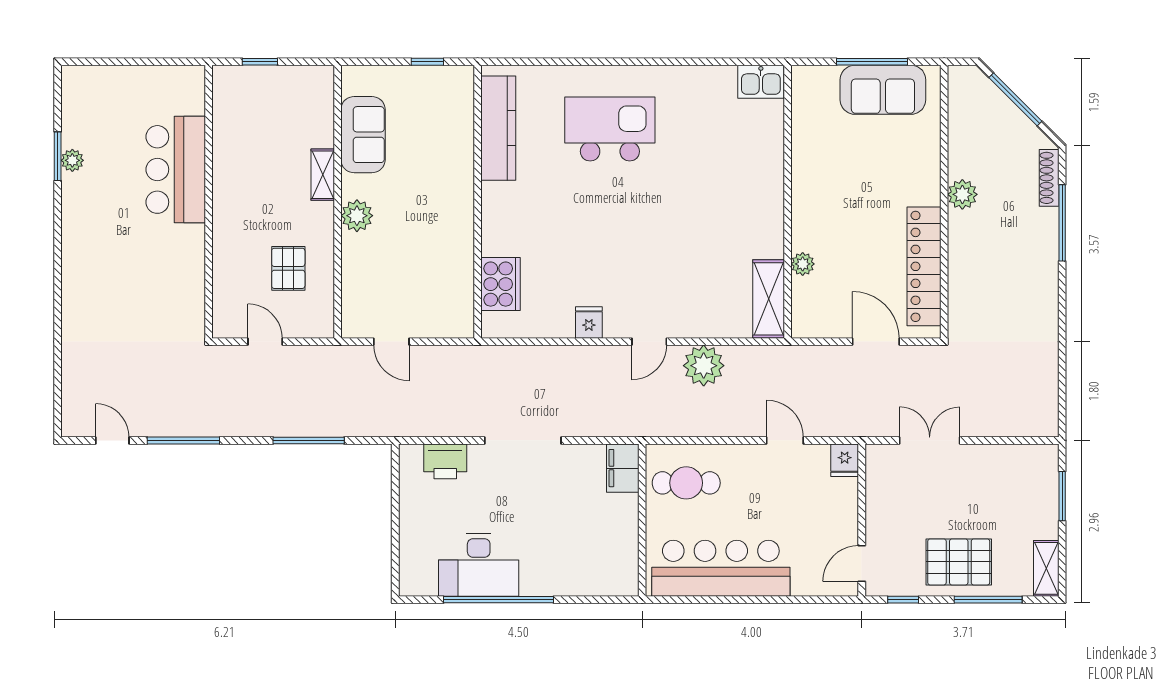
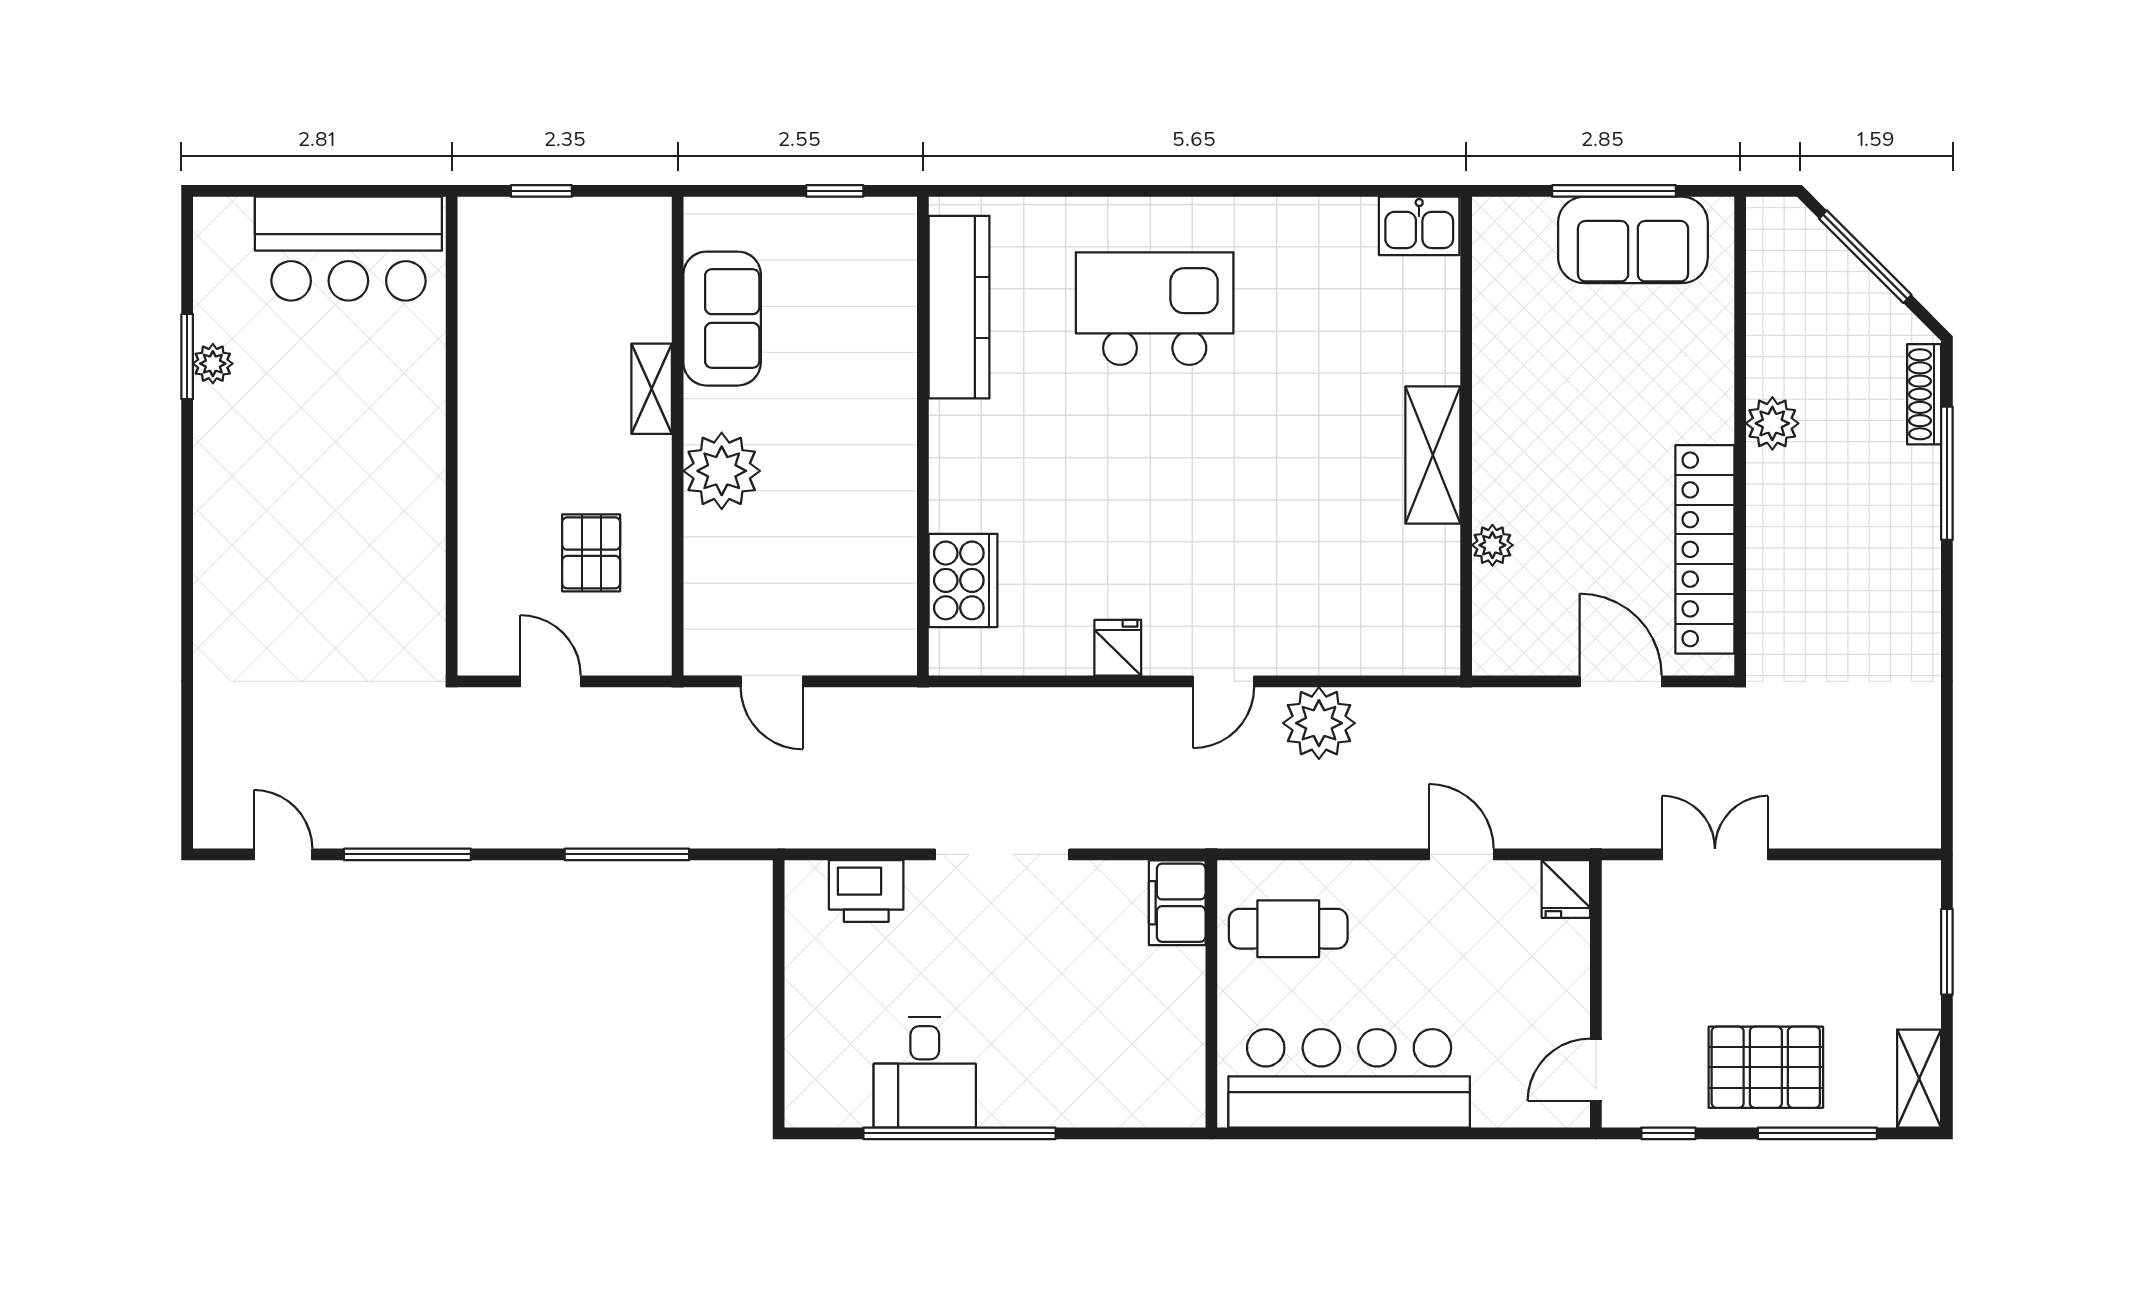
bar counter: (176, 169) -> (348, 249), moved, turned -90
plant: (357, 216) -> (722, 471), width x1.36, depth x1.36
shelving: (769, 299) -> (1433, 455), moved
desk: (479, 565) -> (925, 1072), width x0.73

